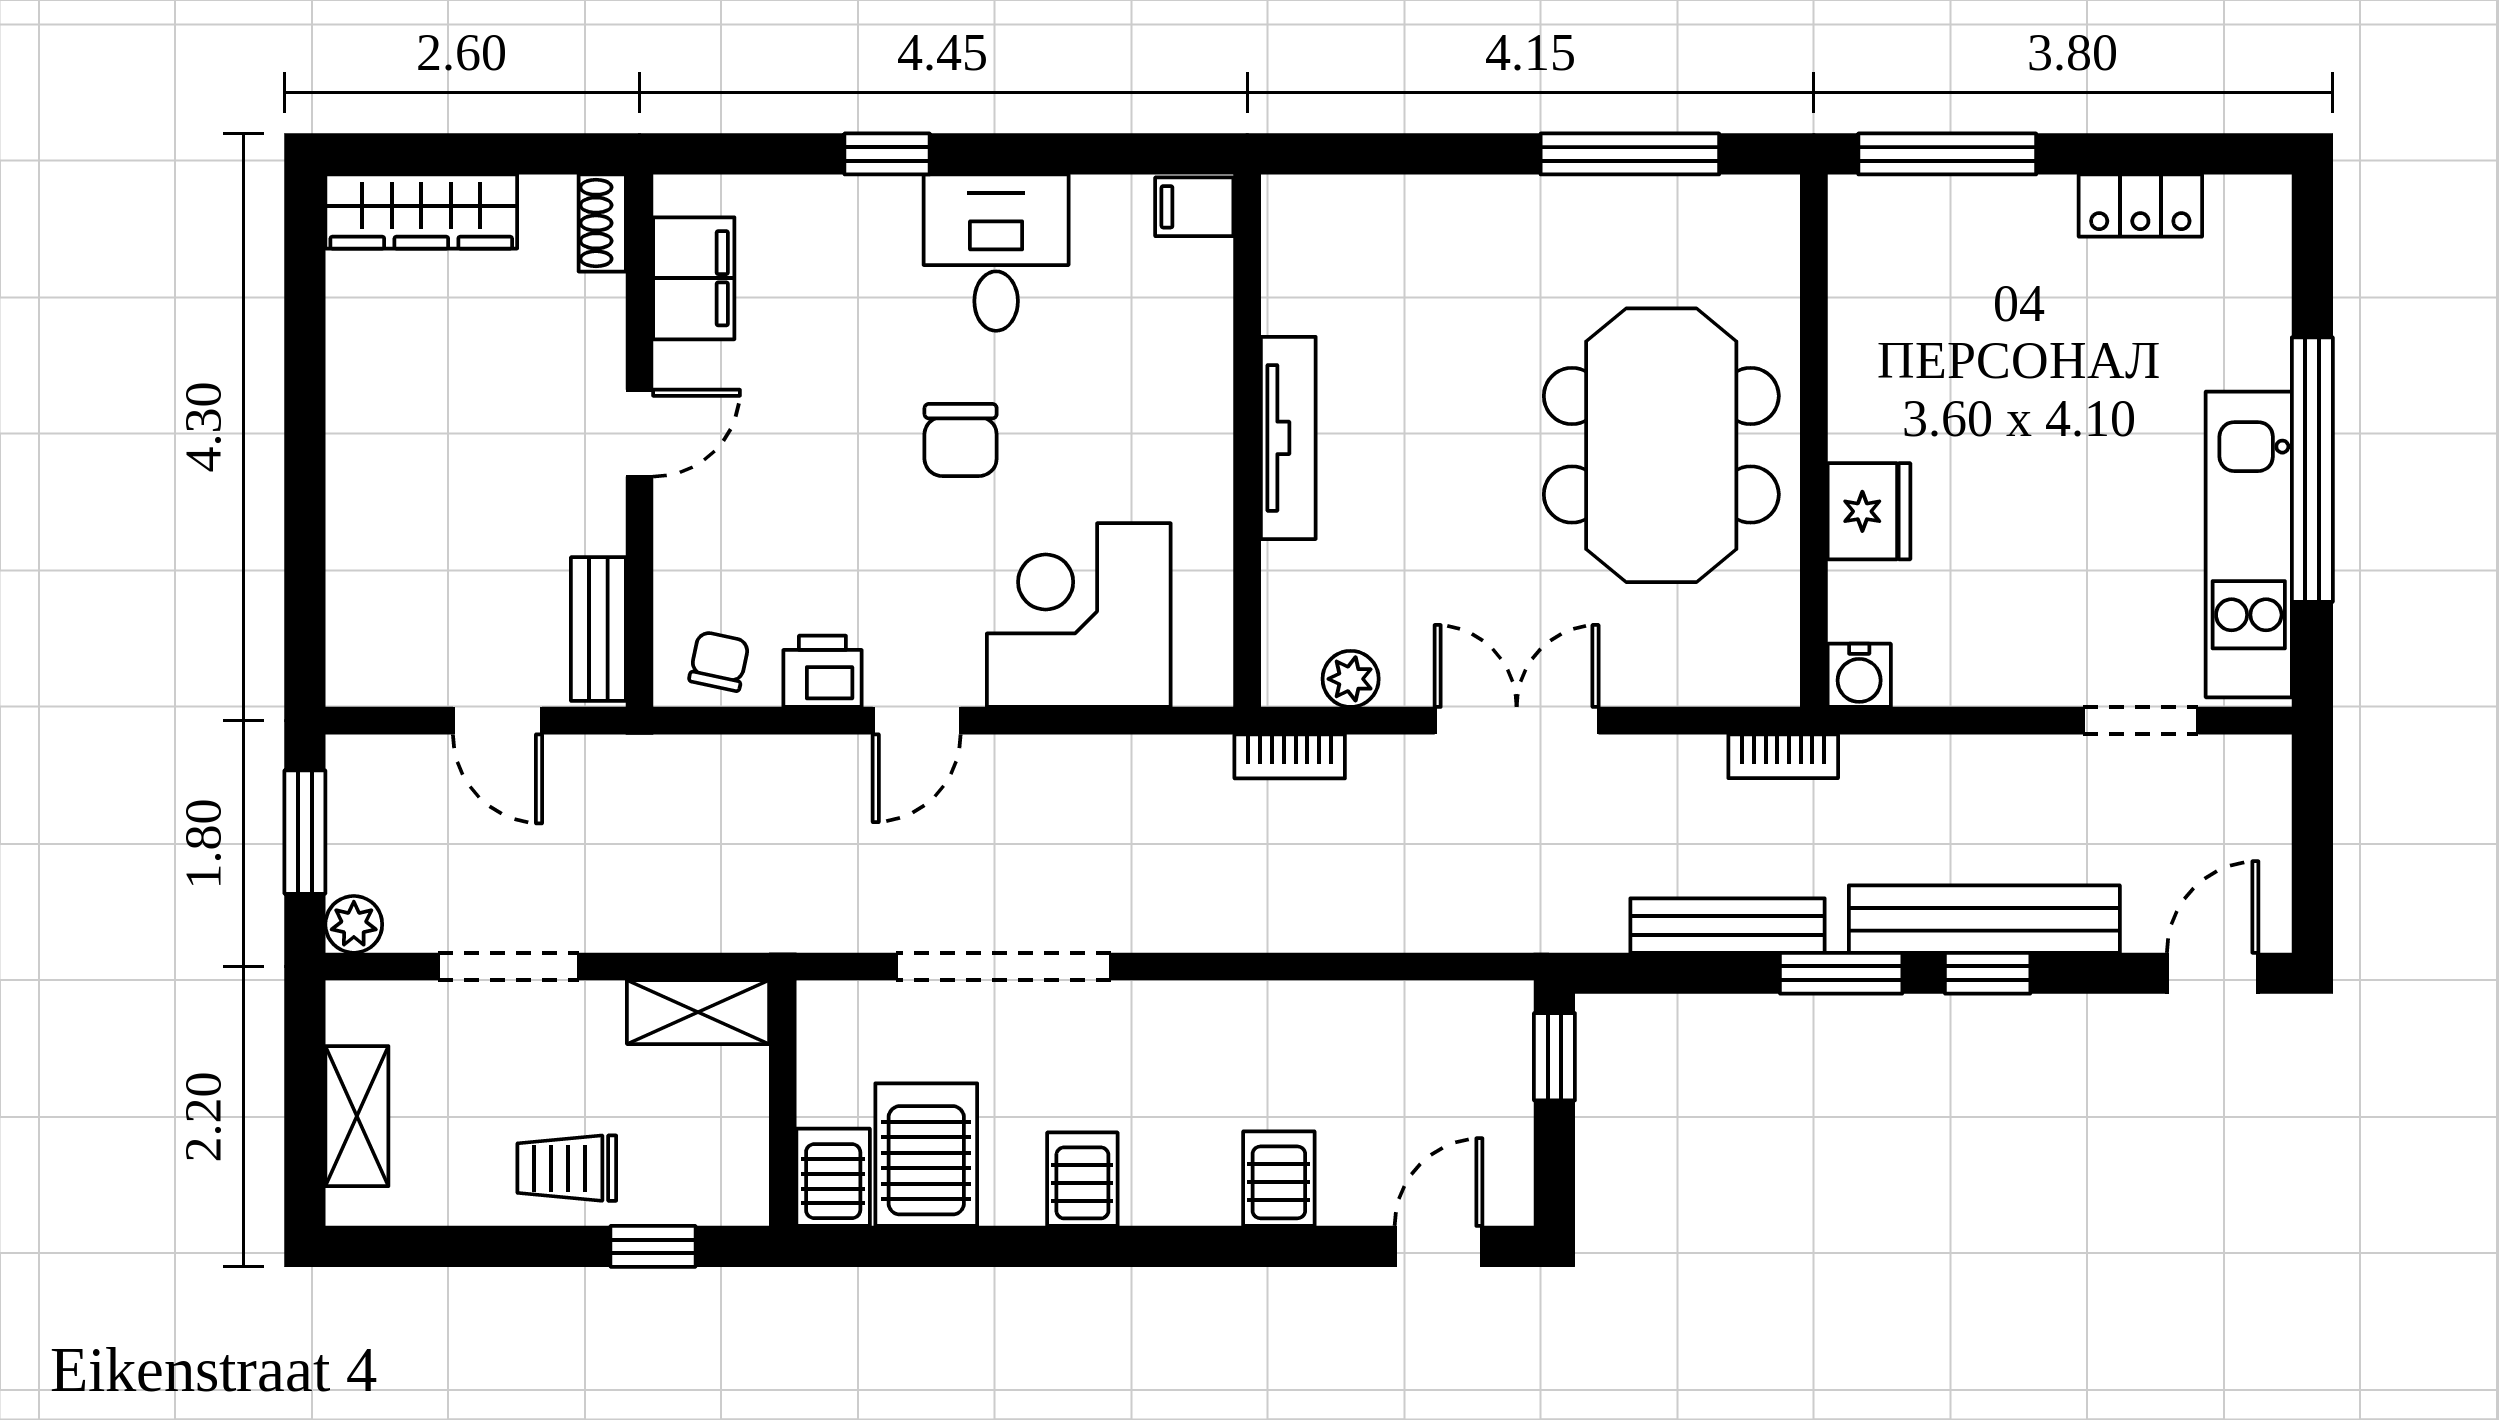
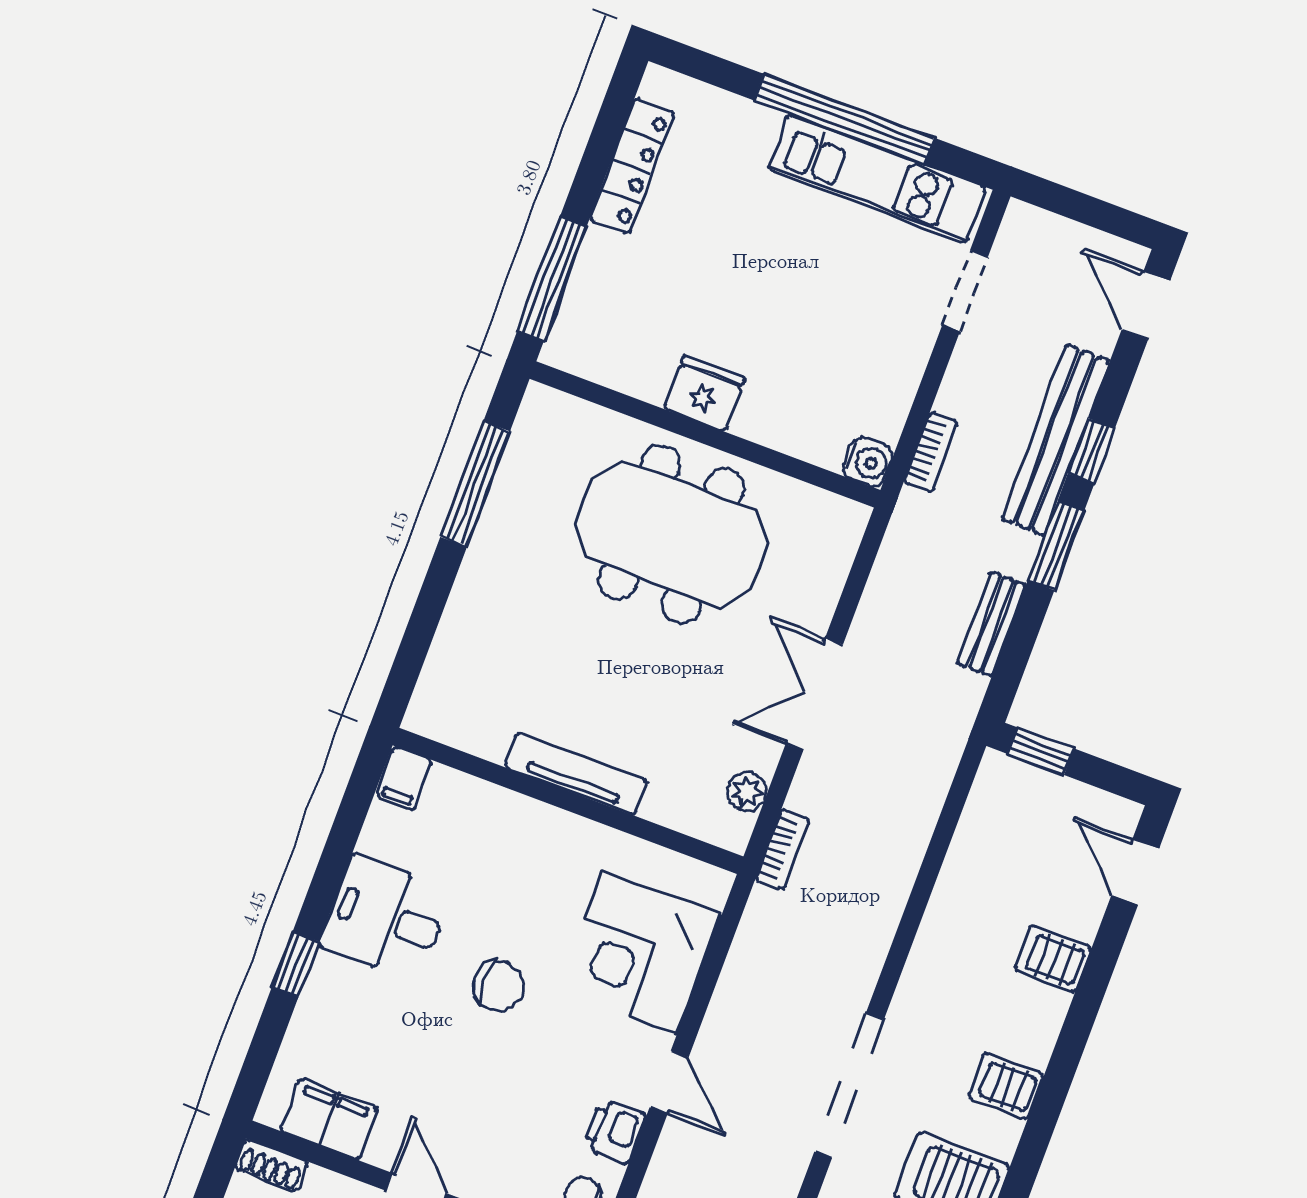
locker: (2140, 206) -> (632, 167), width x1.53
fridge: (1869, 511) -> (704, 394), moved
bookcase: (1783, 756) -> (931, 452), moved
bench: (1727, 926) -> (991, 624), width x0.73

